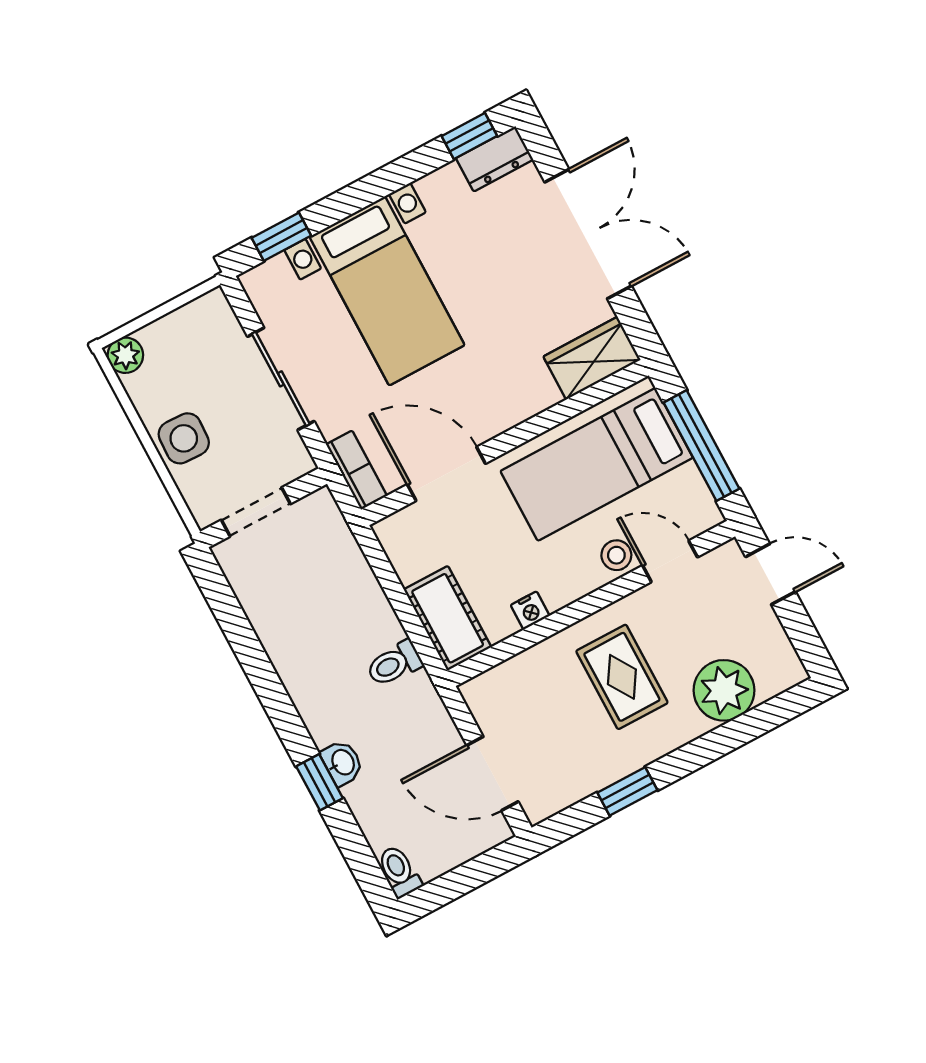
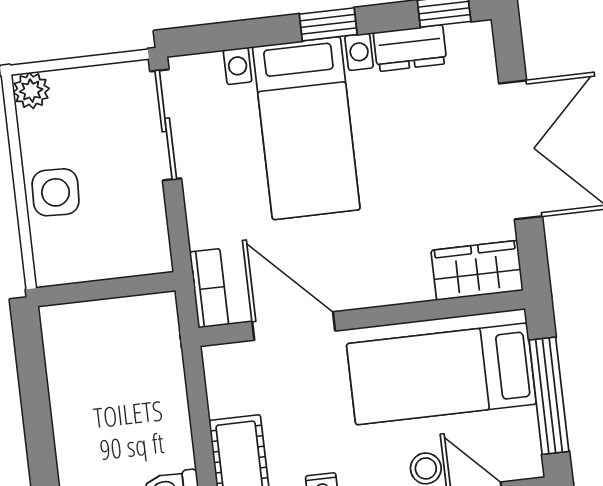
dresser: (494, 159) -> (410, 48), moved
window: (281, 237) -> (328, 24), moved
sliding door: (281, 379) -> (166, 125), moved
doorway: (256, 512) -> (97, 290), removed

